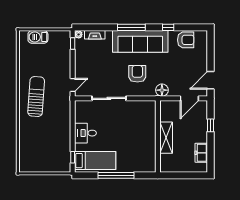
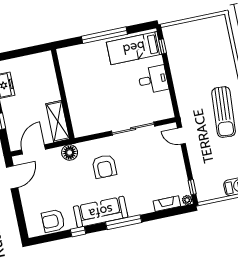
sofa: (140, 41) -> (101, 212), width x0.74, depth x0.79
door: (73, 85) -> (181, 136), hinge flipped
shelving: (166, 138) -> (58, 121), moved

